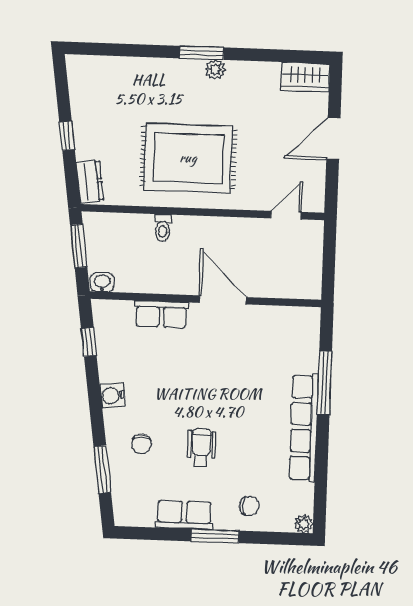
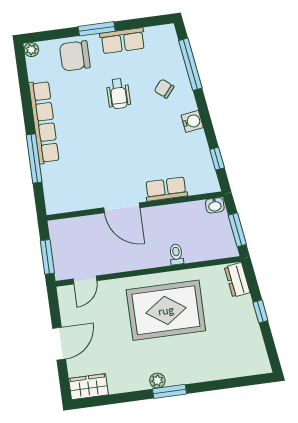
window: (329, 253) -> (47, 257), added
chair: (142, 444) -> (164, 89), turned -50
window: (102, 469) -> (190, 64), width x1.44
chair: (249, 506) -> (75, 56), width x1.87, depth x1.87

